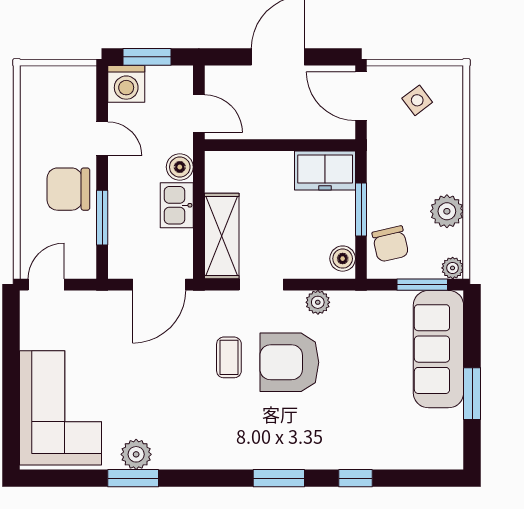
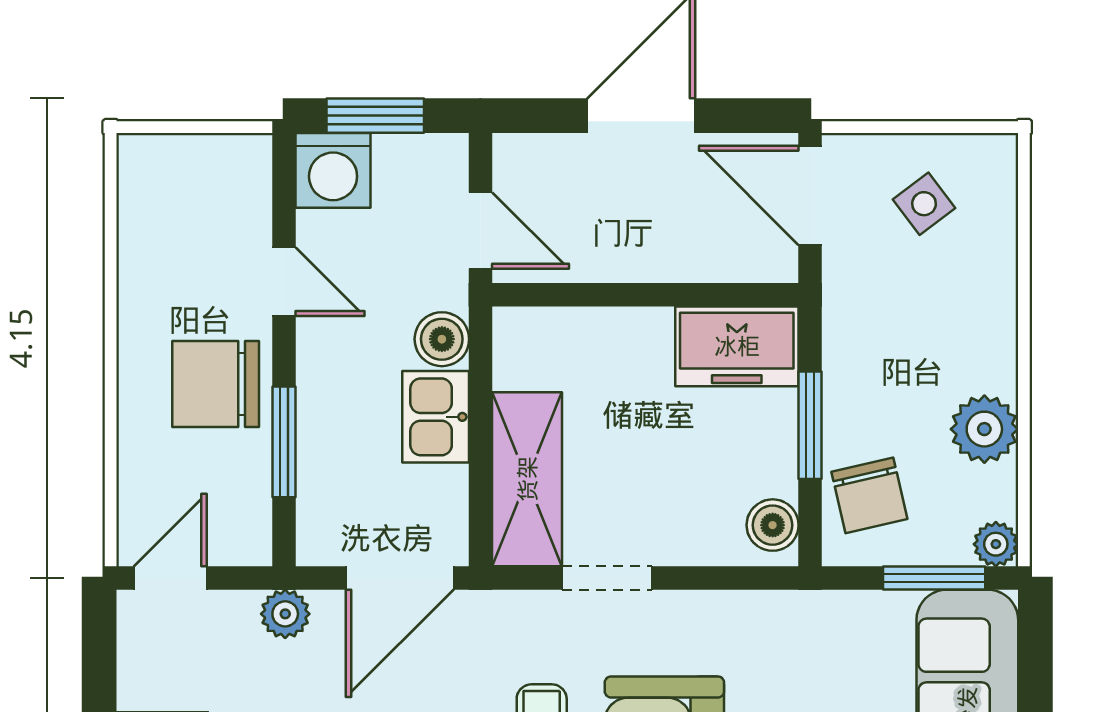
plant: (318, 302) -> (285, 614), moved

